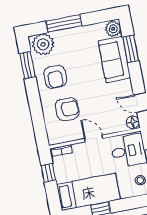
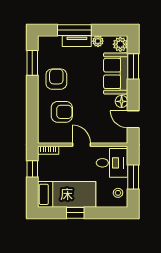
tv unit: (68, 34) -> (77, 41), added
plant: (43, 44) -> (98, 41), moved, width x0.53, depth x0.53
armchair: (55, 77) -> (56, 79), turned 180
floor lamp: (133, 122) -> (122, 101), moved

